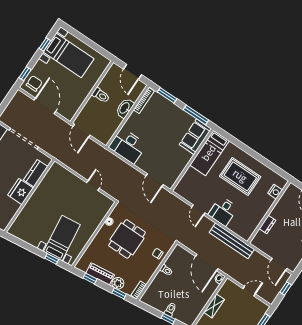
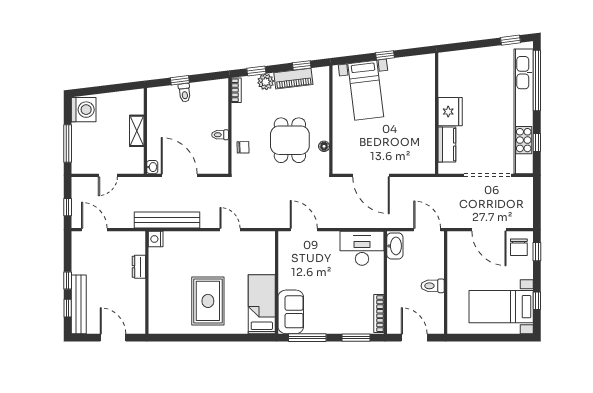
washbasin: (125, 108) -> (395, 246), moved
rug: (240, 176) -> (208, 301), turned 90
door: (93, 186) -> (371, 175), width x1.87
nightstand: (275, 192) -> (156, 239), moved
desk: (223, 211) -> (201, 247), removed
window: (52, 259) -> (385, 55), moved

